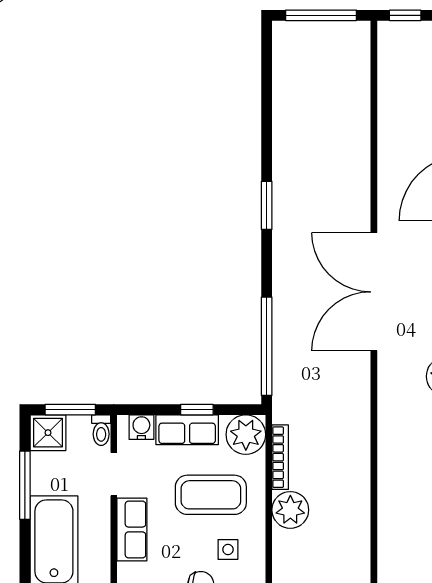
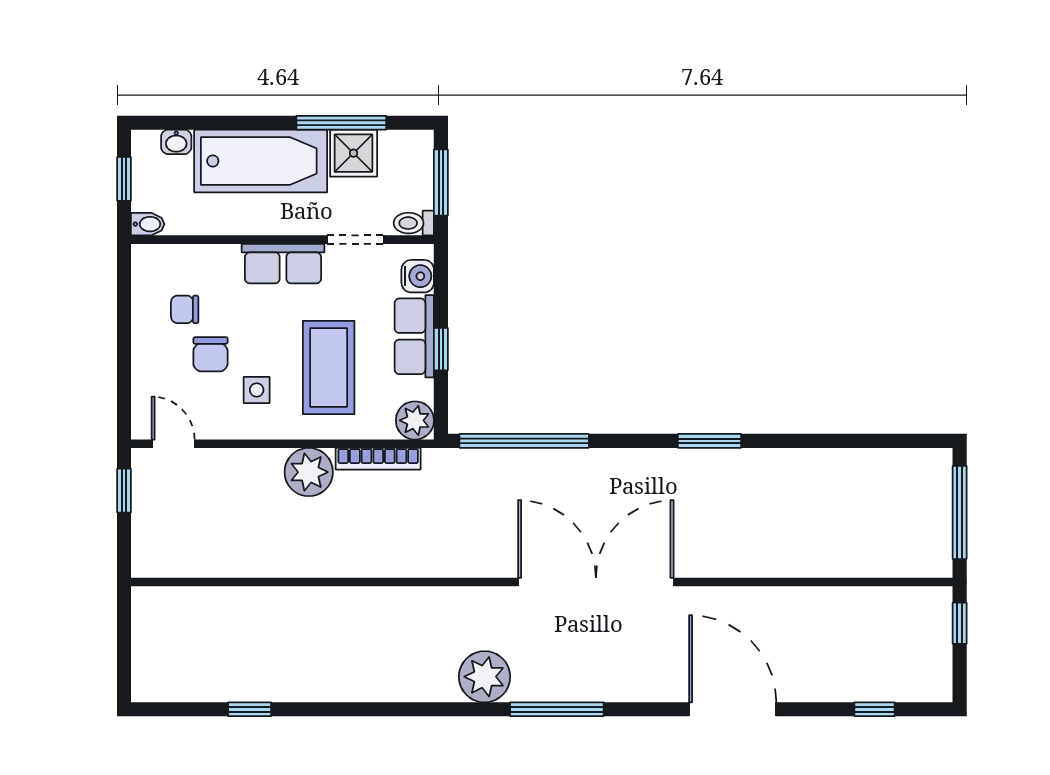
shower: (48, 433) -> (354, 153), moved
plant: (246, 435) -> (415, 420), width x0.73, depth x0.73

